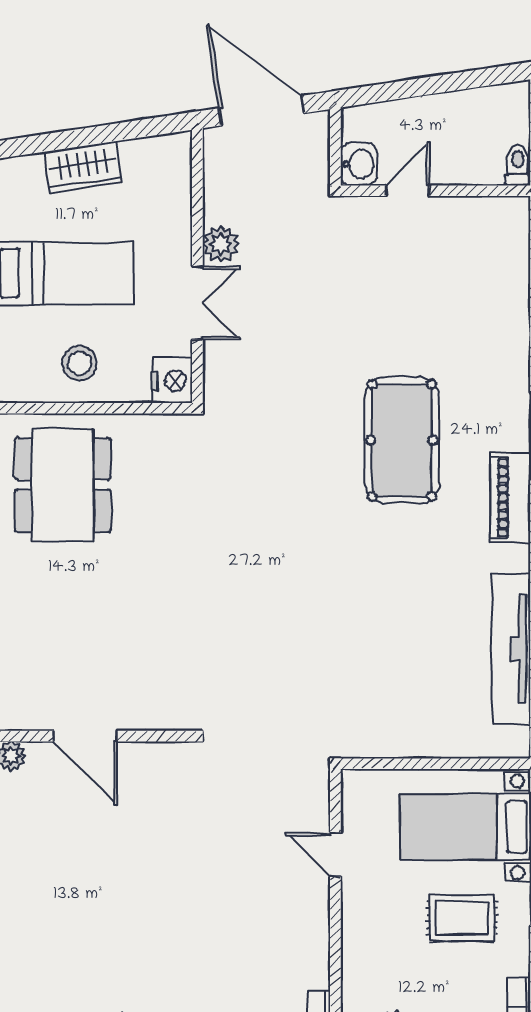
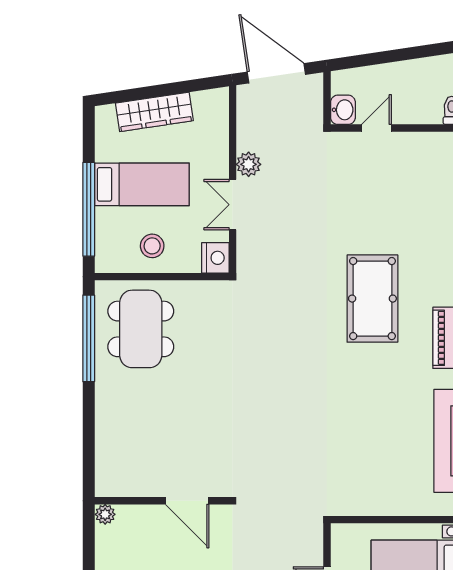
wardrobe: (83, 167) -> (154, 112), width x1.50
double door: (197, 303) -> (233, 205), swing flipped
door: (85, 736) -> (187, 501), moved

